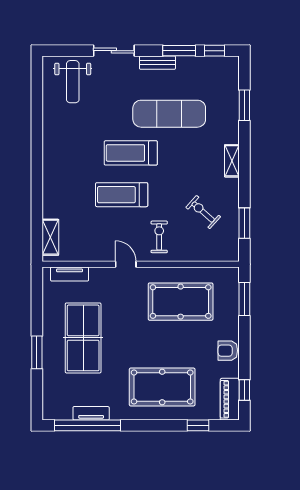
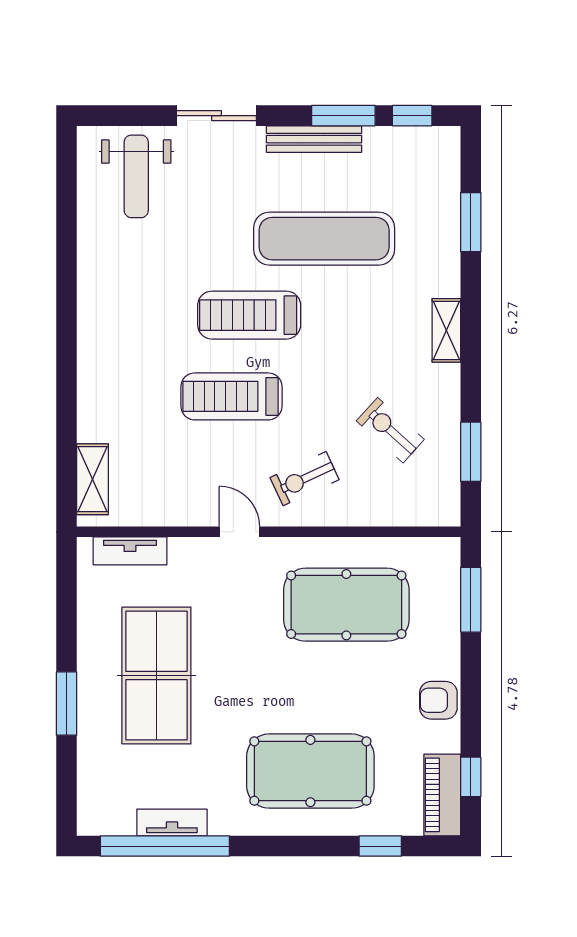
bench: (157, 63) -> (314, 139), width x1.36
exercise bike: (159, 237) -> (305, 479), turned -115

